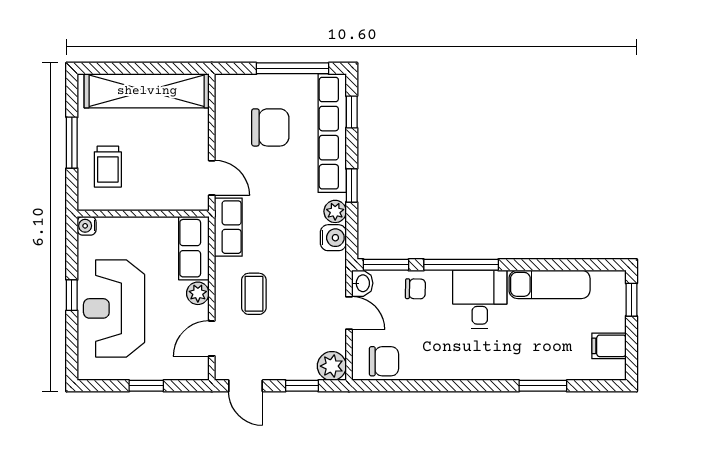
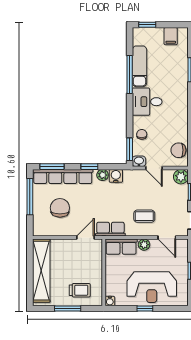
window: (352, 112) -> (52, 167), width x1.50
window: (461, 265) -> (130, 75), moved
door: (349, 313) -> (154, 168), swing flipped
chair: (384, 361) -> (178, 150), turned -90

